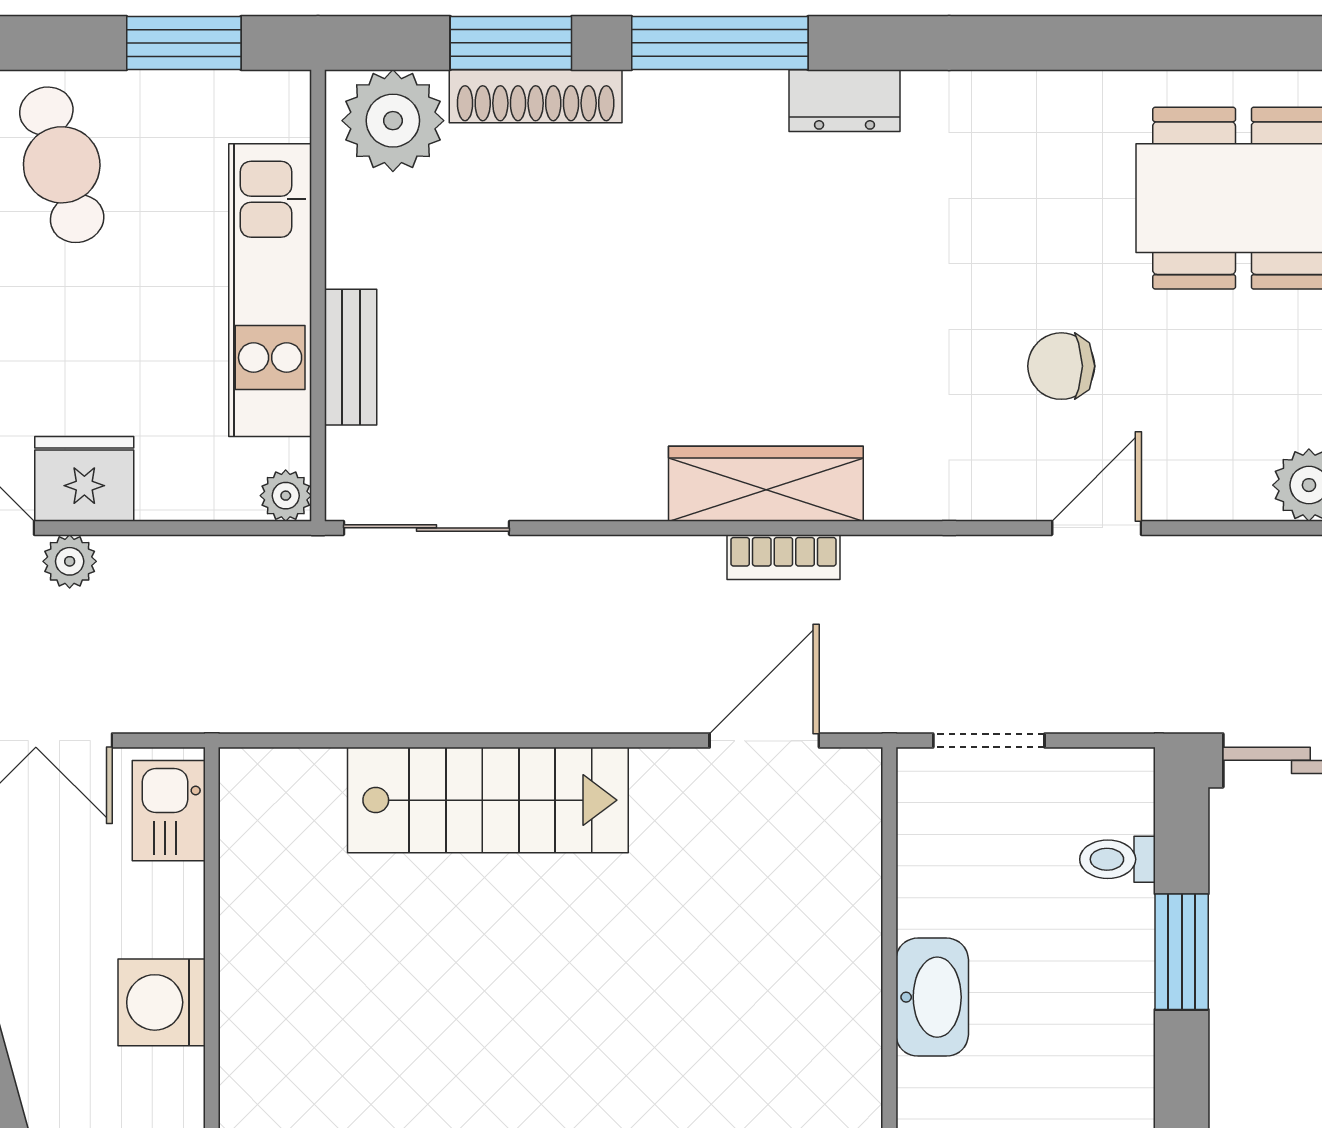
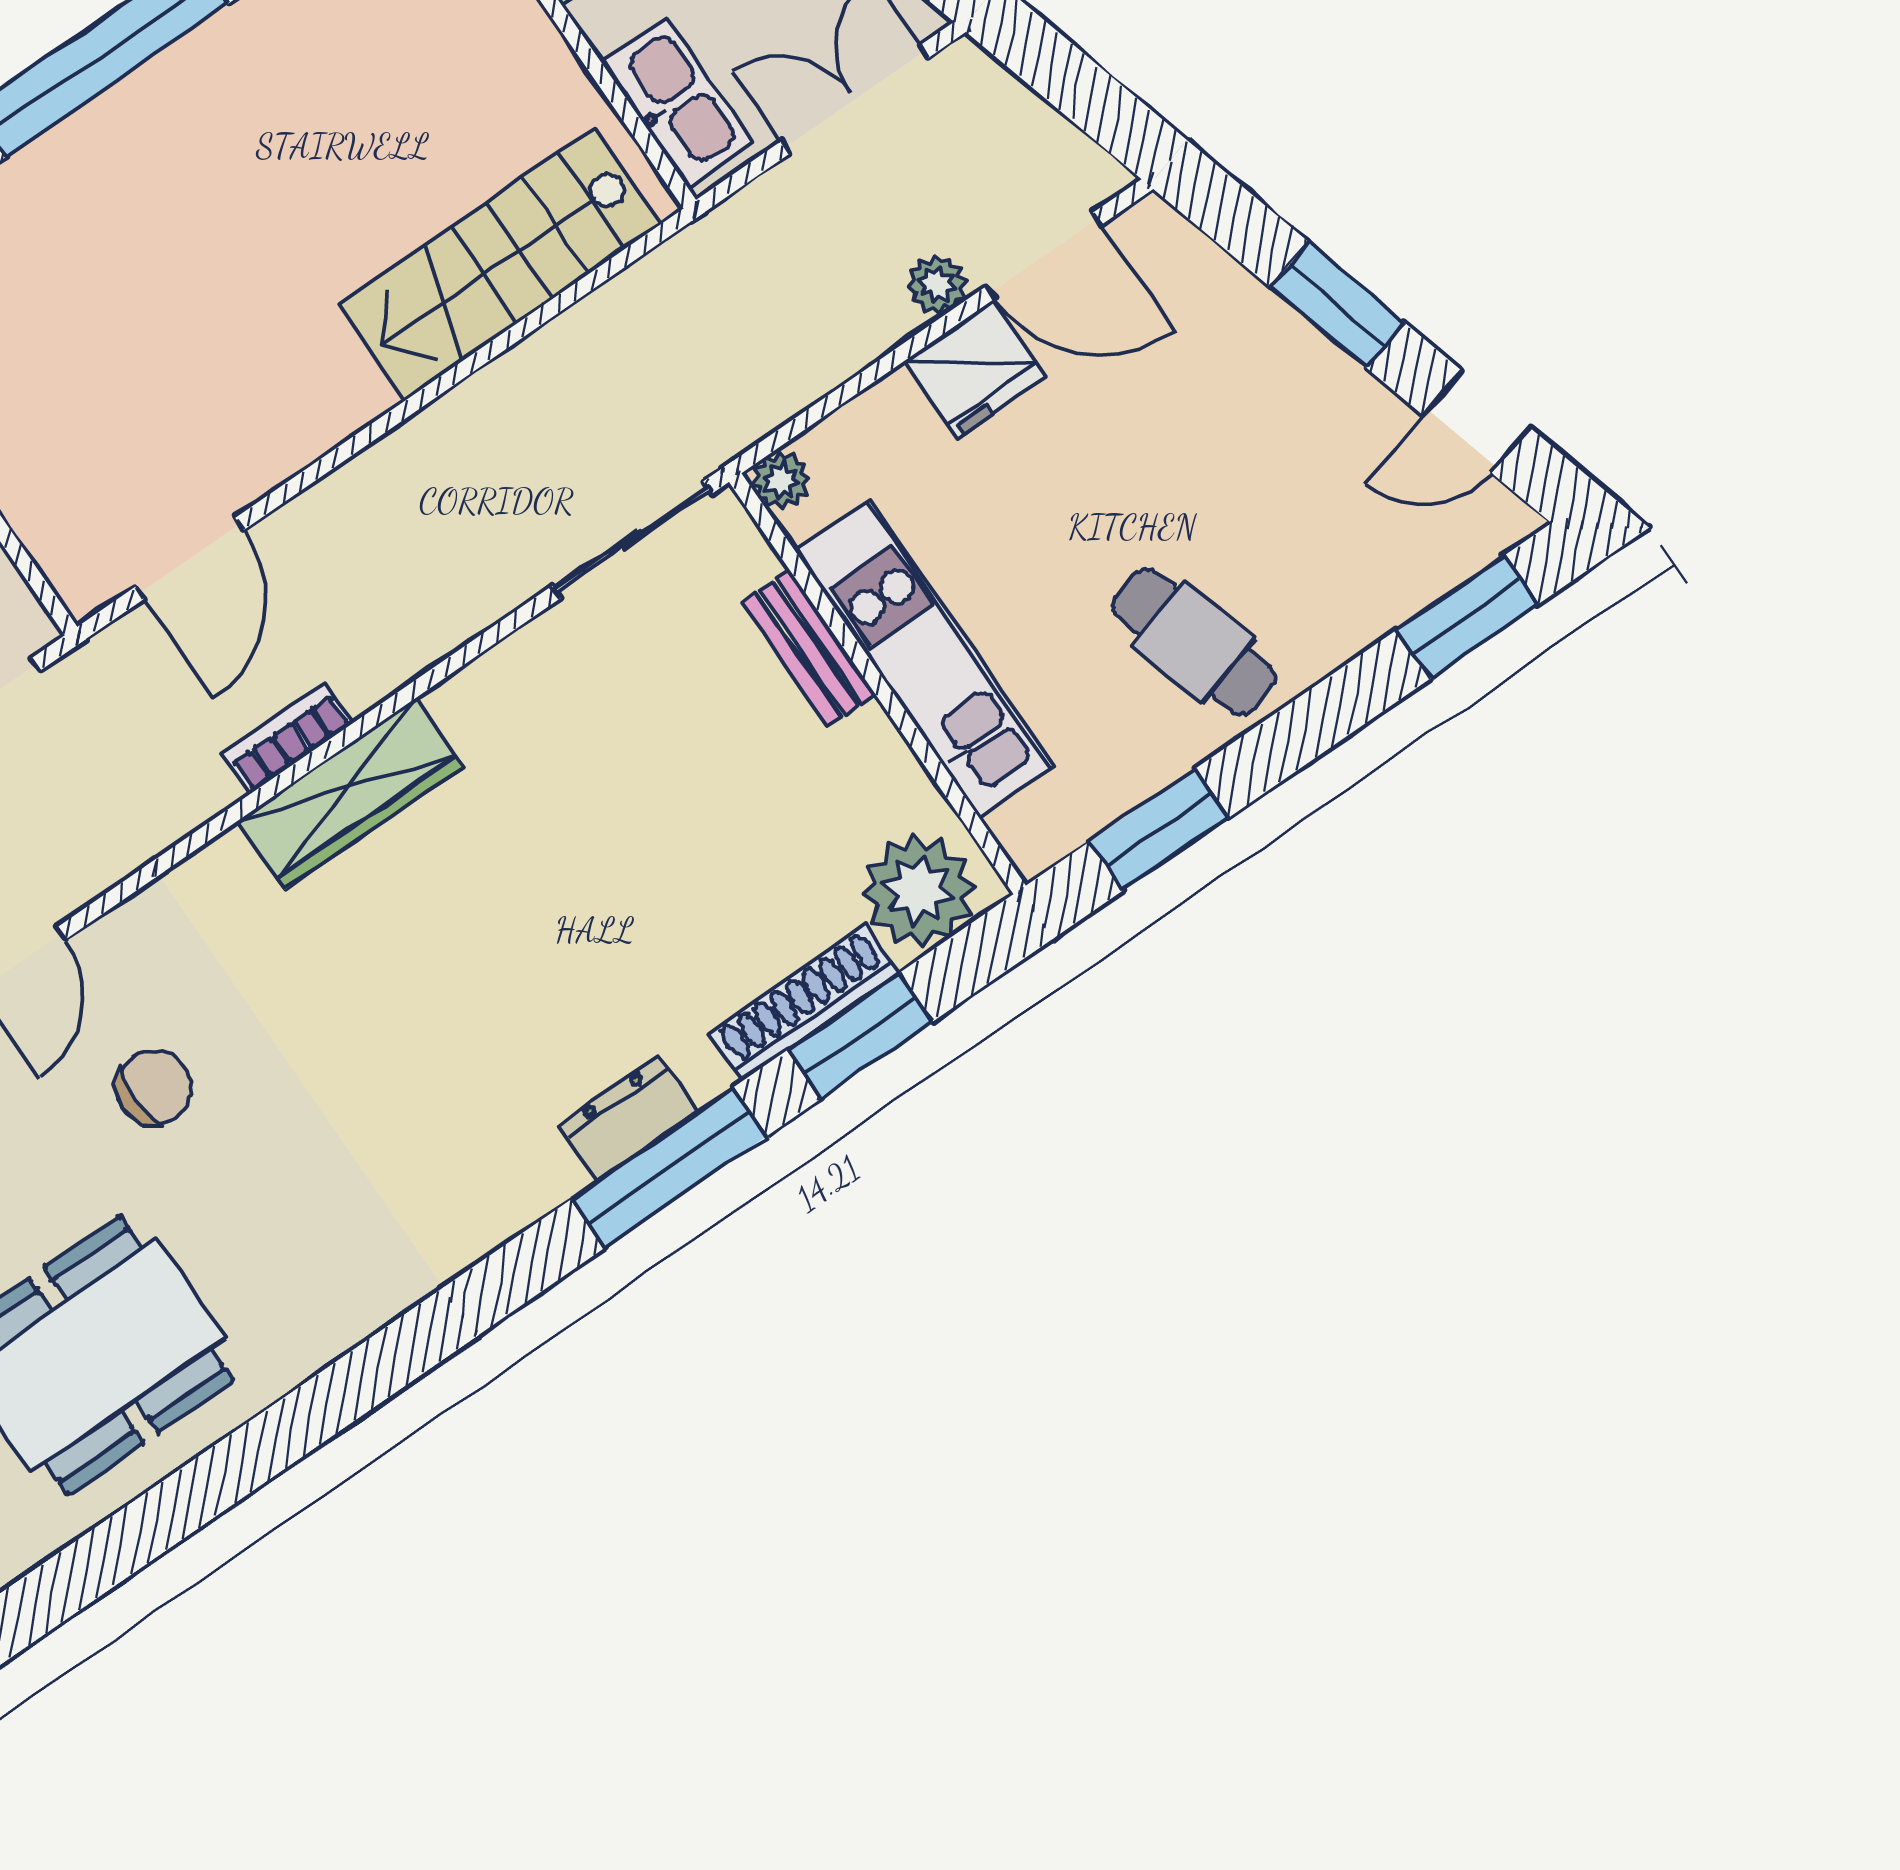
dresser: (845, 101) -> (628, 1118), moved
stairs: (488, 800) -> (500, 264), moved
kitchen sink: (169, 811) -> (677, 102), width x1.38

